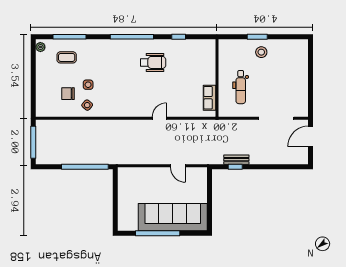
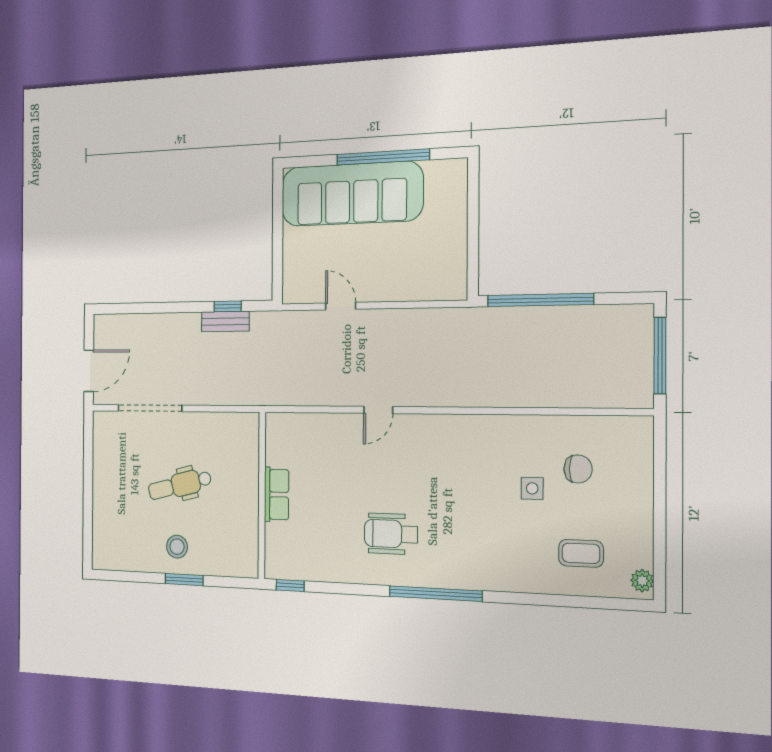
window: (70, 37) -> (574, 601), removed
window: (179, 37) -> (290, 585), moved
dental chair: (241, 87) -> (180, 485), moved, turned -104
row of seats: (209, 98) -> (277, 494), moved
side table: (87, 105) -> (534, 442), removed

